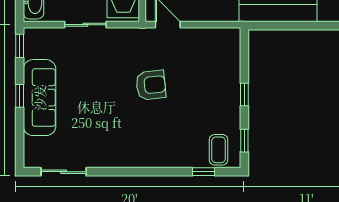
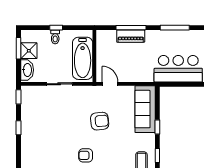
sofa: (40, 98) -> (145, 109), moved, turned 180
armchair: (128, 140) -> (86, 155), added

